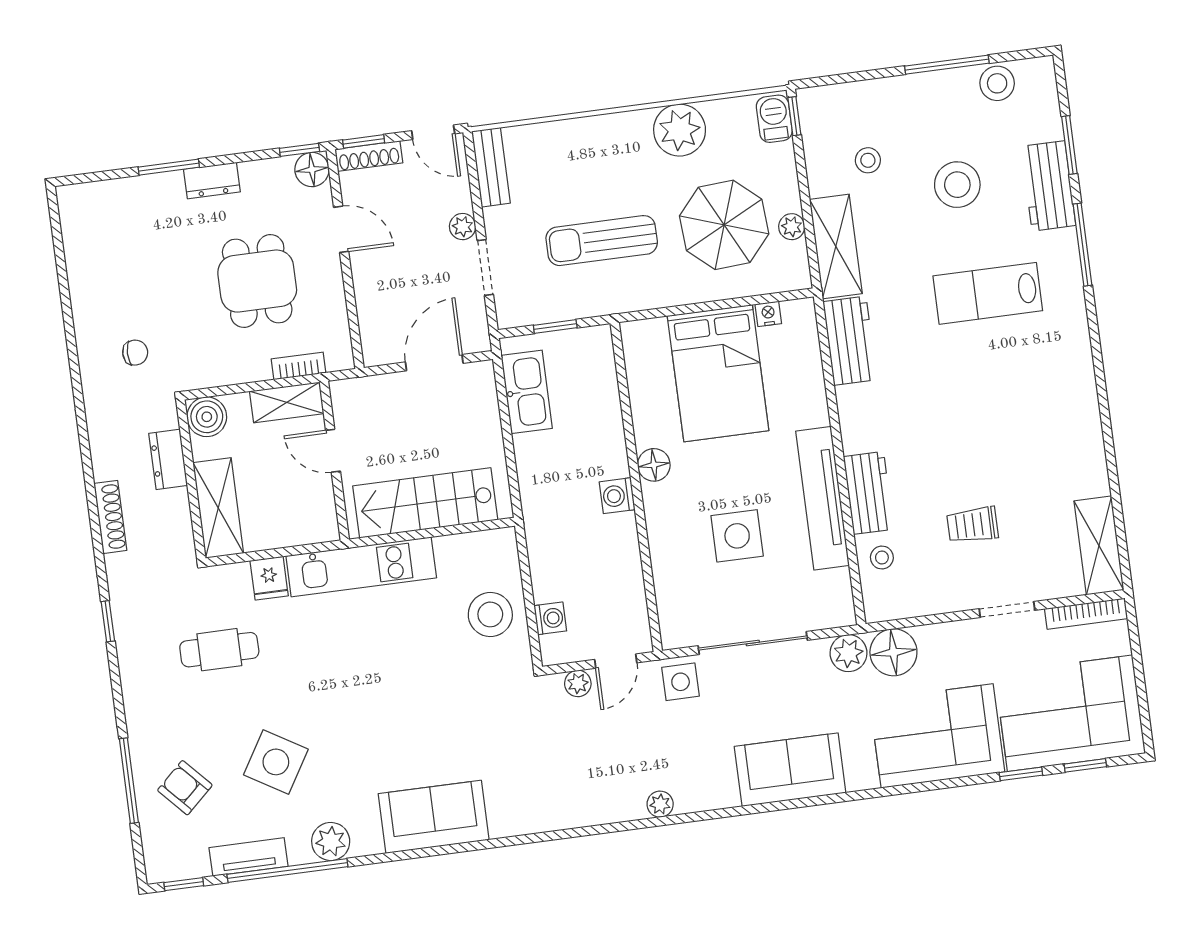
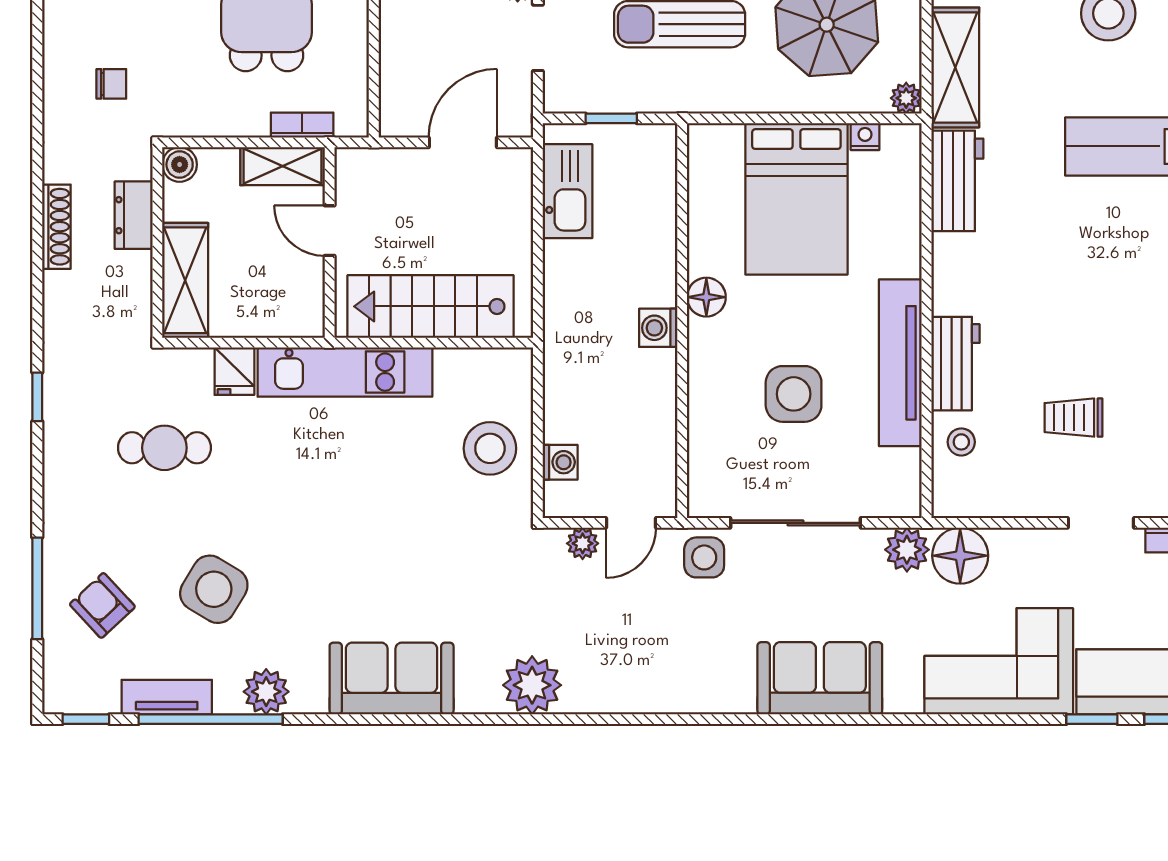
plant: (792, 227) -> (906, 98), moved
boiler: (207, 417) -> (180, 165), width x0.73, depth x0.73
shoe rack: (110, 517) -> (56, 227), moved
plant: (660, 804) -> (532, 685), moved, width x1.88, depth x1.88

